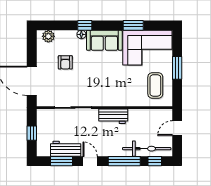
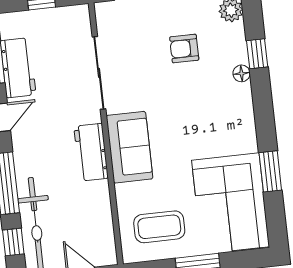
window: (85, 25) -> (257, 54), moved
sofa: (104, 40) -> (129, 147), moved, turned 180

